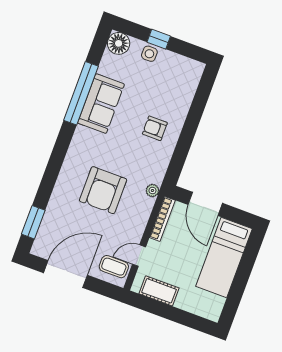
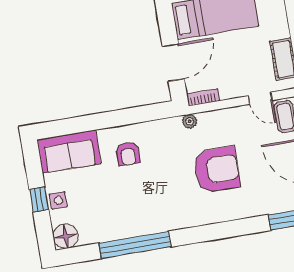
sofa: (101, 104) -> (69, 152), moved, turned 180
bookcase: (162, 219) -> (203, 97), width x0.64

